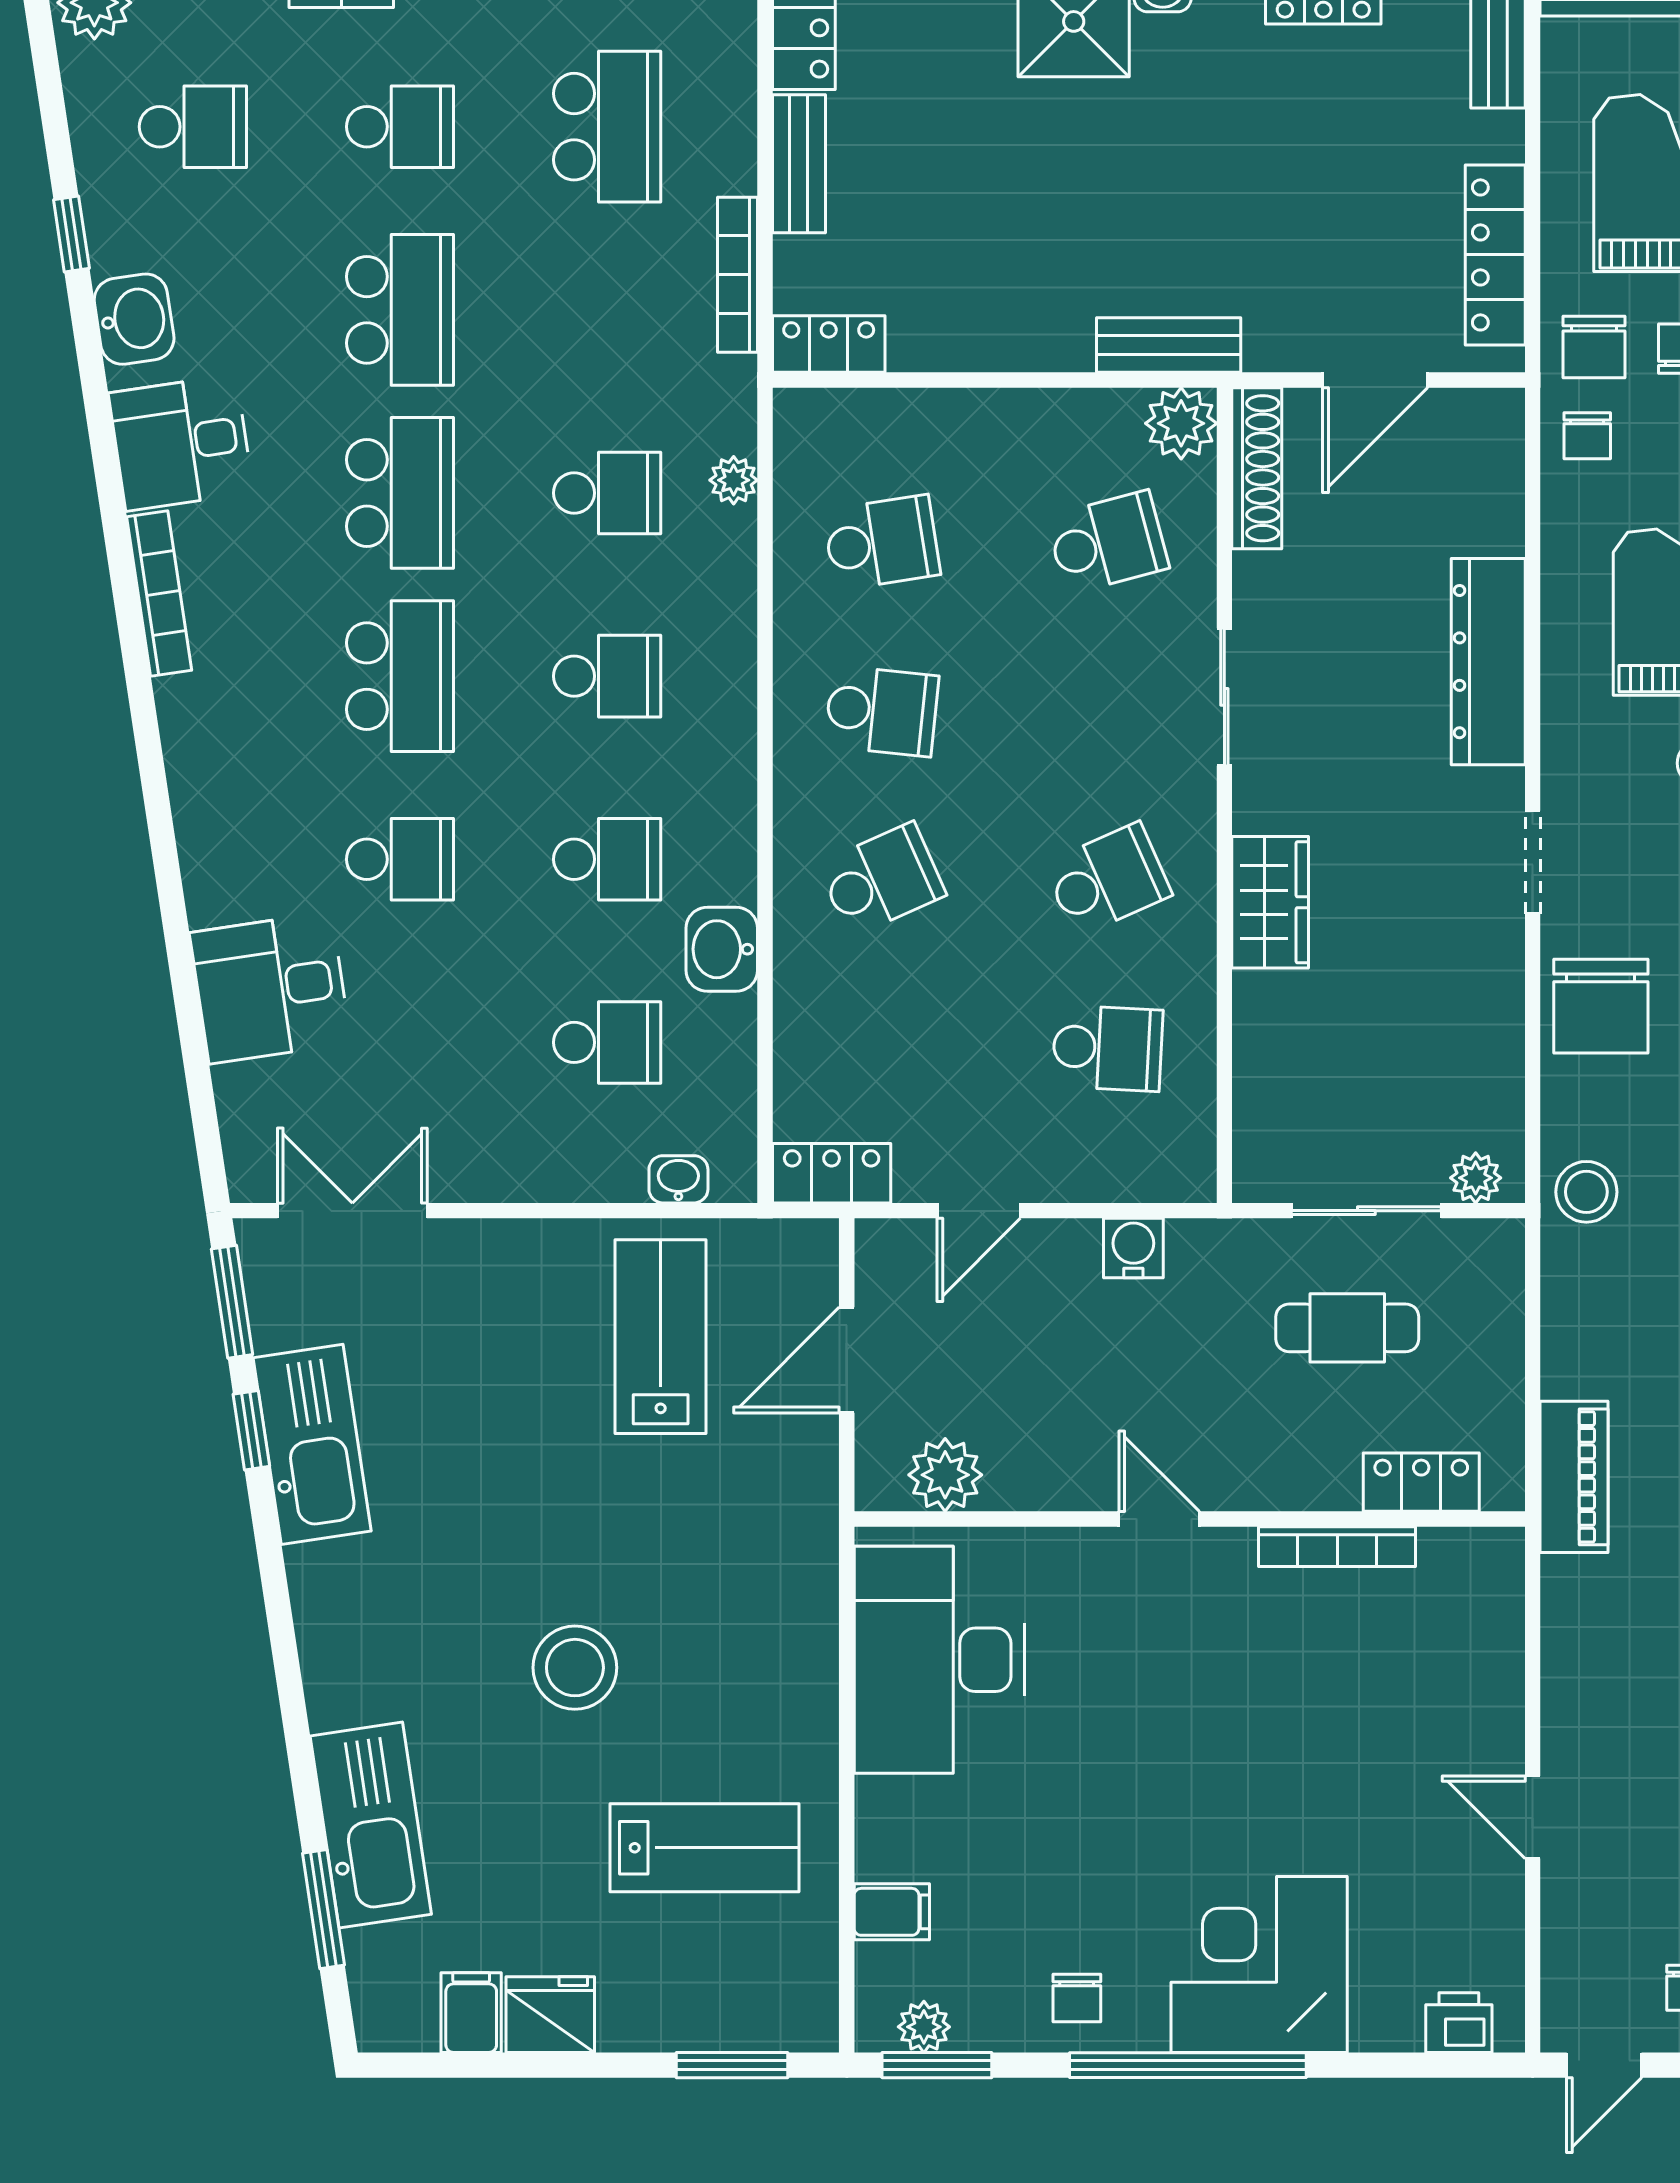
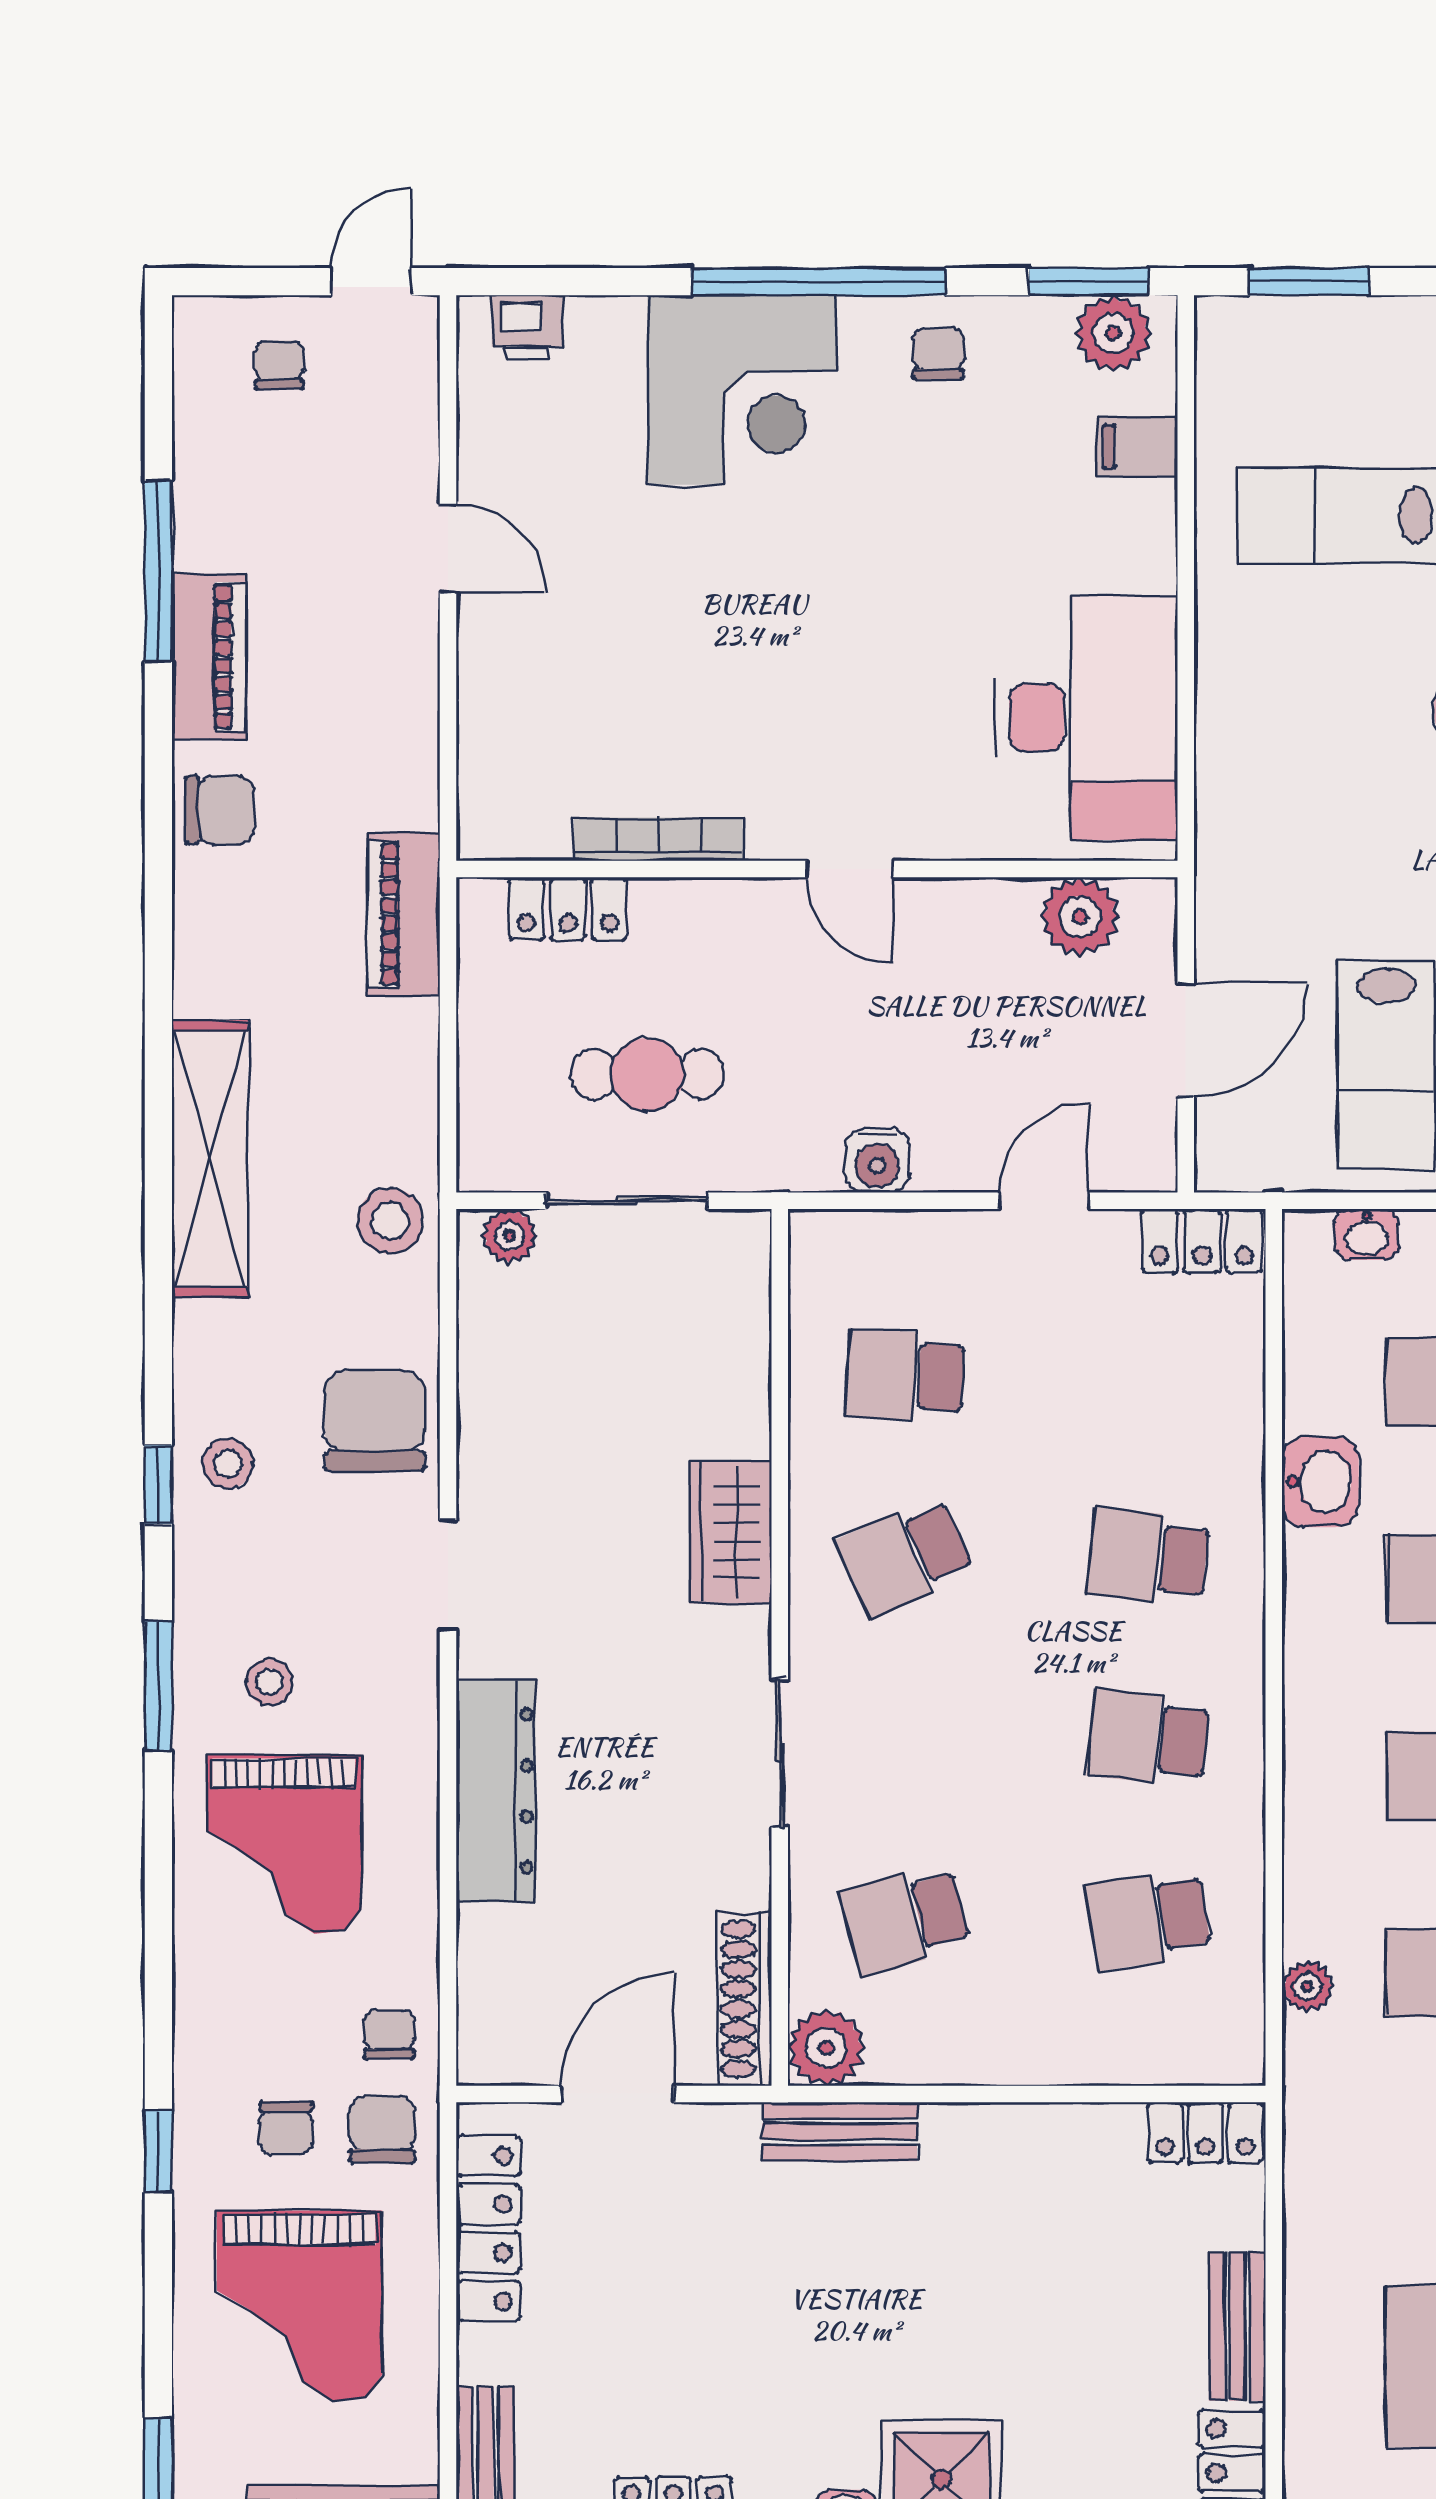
bookcase: (738, 275) -> (1303, 2207), removed
school desk: (882, 880) -> (1148, 1557), turned 30
plant: (924, 2027) -> (1113, 333), width x1.38, depth x1.38

